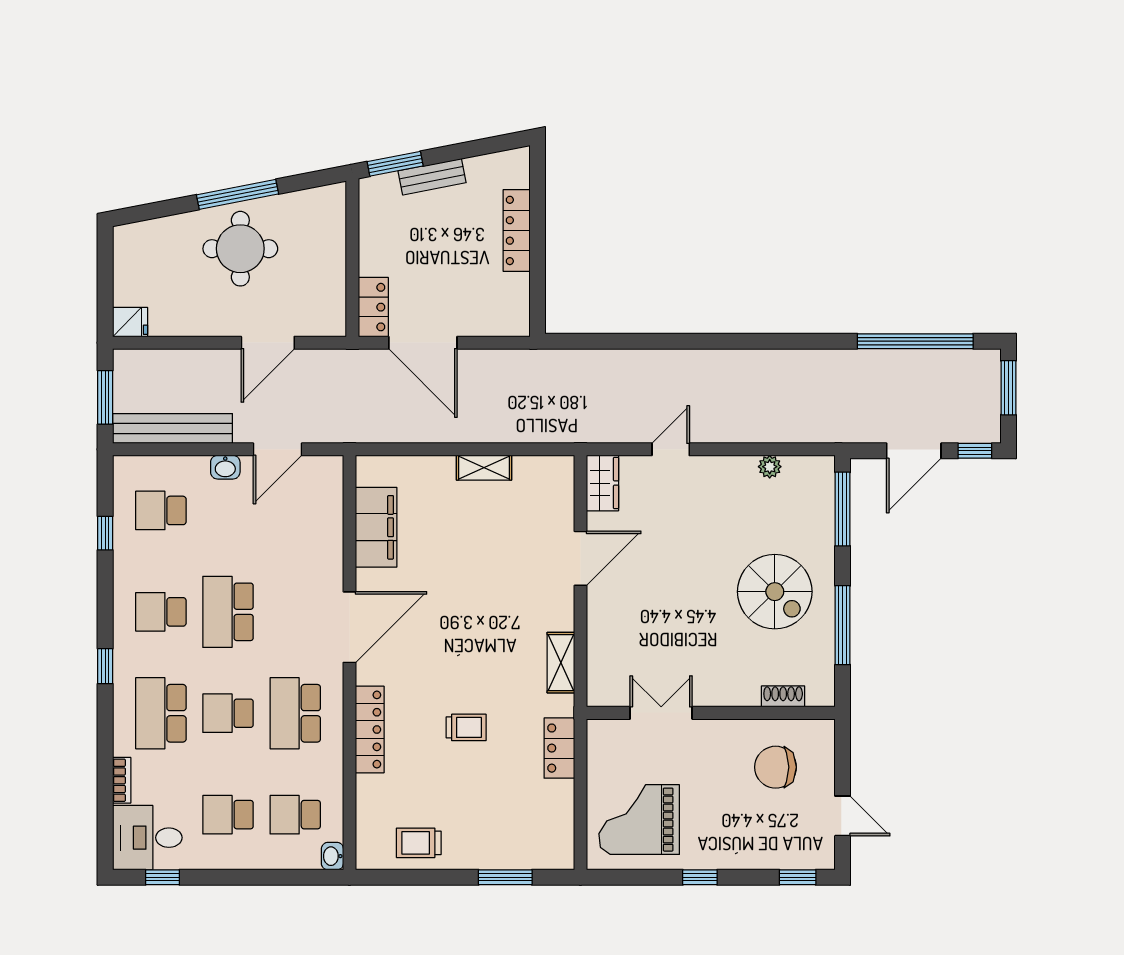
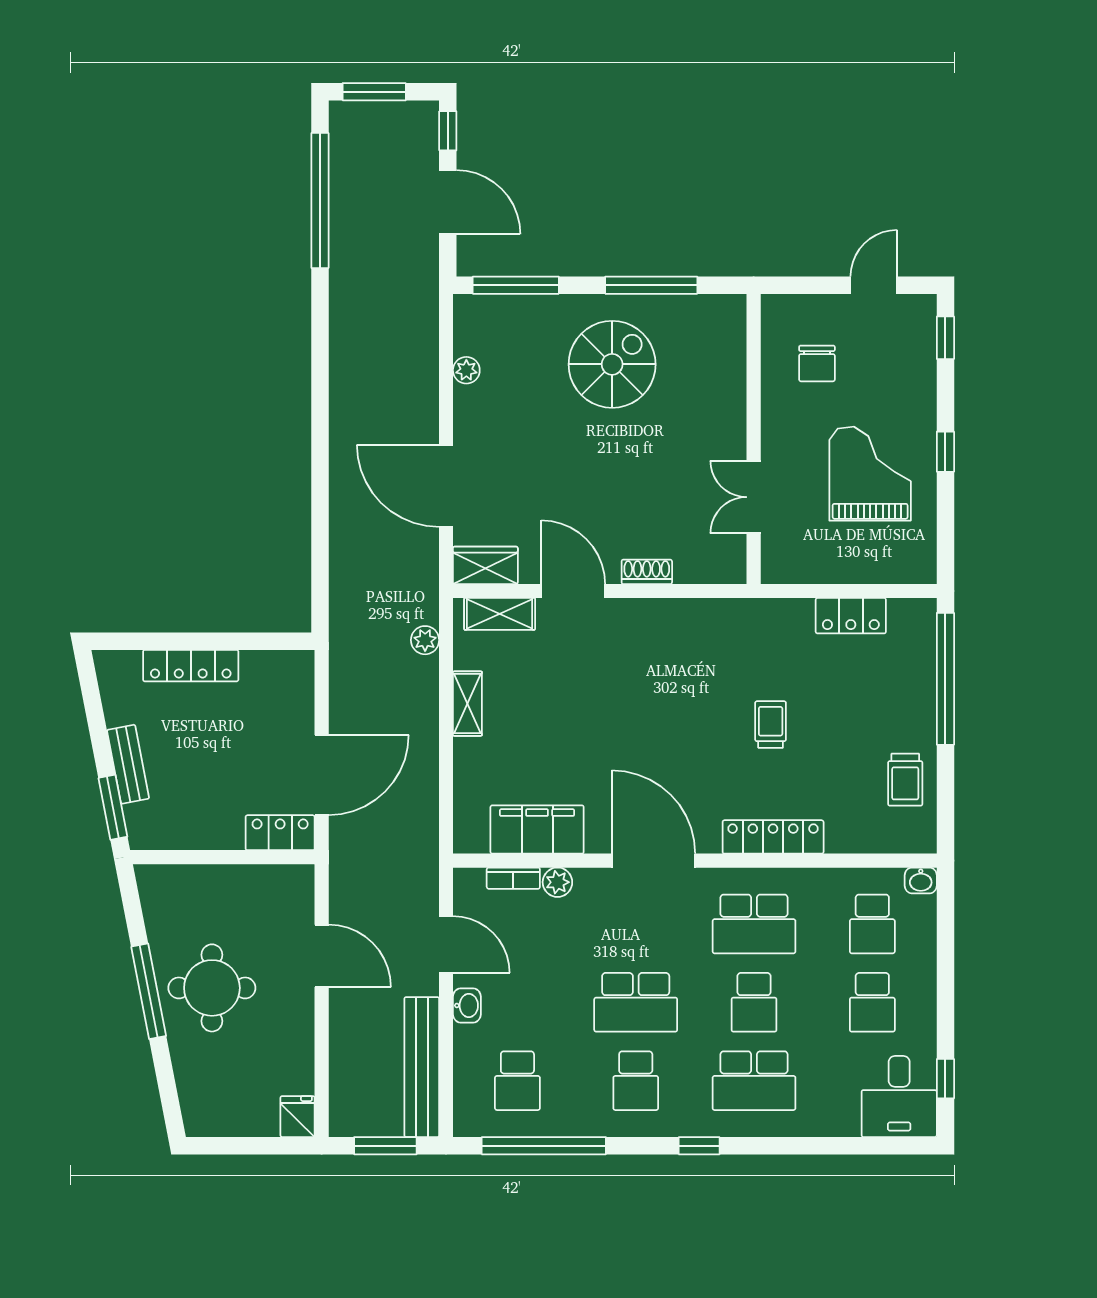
plant: (538, 431) -> (425, 640), added
door: (671, 449) -> (446, 486), width x1.88
window: (105, 533) -> (544, 1146), width x3.17
plant: (331, 545) -> (557, 882), added
shelving: (561, 663) -> (500, 614), moved
shoe rack: (783, 696) -> (647, 572), moved, turned 90
locker: (559, 748) -> (851, 616), moved
chair: (776, 767) -> (817, 363), width x0.73, depth x0.73
bookcase: (122, 780) -> (513, 878), moved, turned 180
grand piano: (639, 820) -> (870, 474), moved, turned 180
window: (505, 877) -> (945, 679), width x2.11

